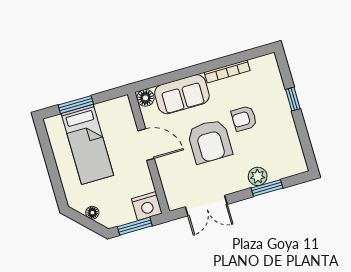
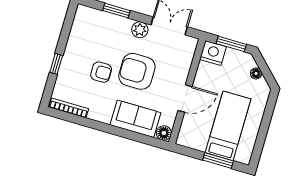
bookcase: (227, 71) -> (69, 108), moved
armchair: (210, 141) -> (137, 71), turned -90
door: (146, 145) -> (185, 98), swing flipped
plant: (258, 176) -> (140, 30), moved

